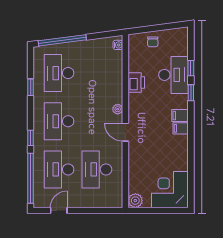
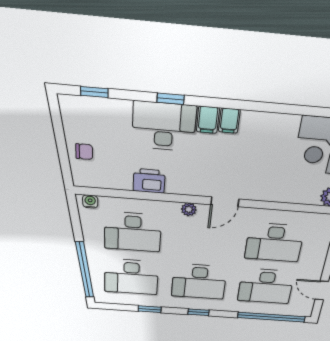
window: (191, 68) -> (94, 92), moved
desk: (97, 73) -> (133, 232), added
desk: (174, 75) -> (164, 126), moved
window: (31, 138) -> (199, 312), moved

